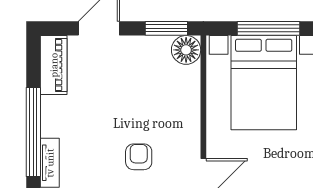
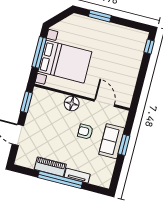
floor lamp: (186, 50) -> (72, 104), moved
piano: (54, 65) -> (50, 167), moved

